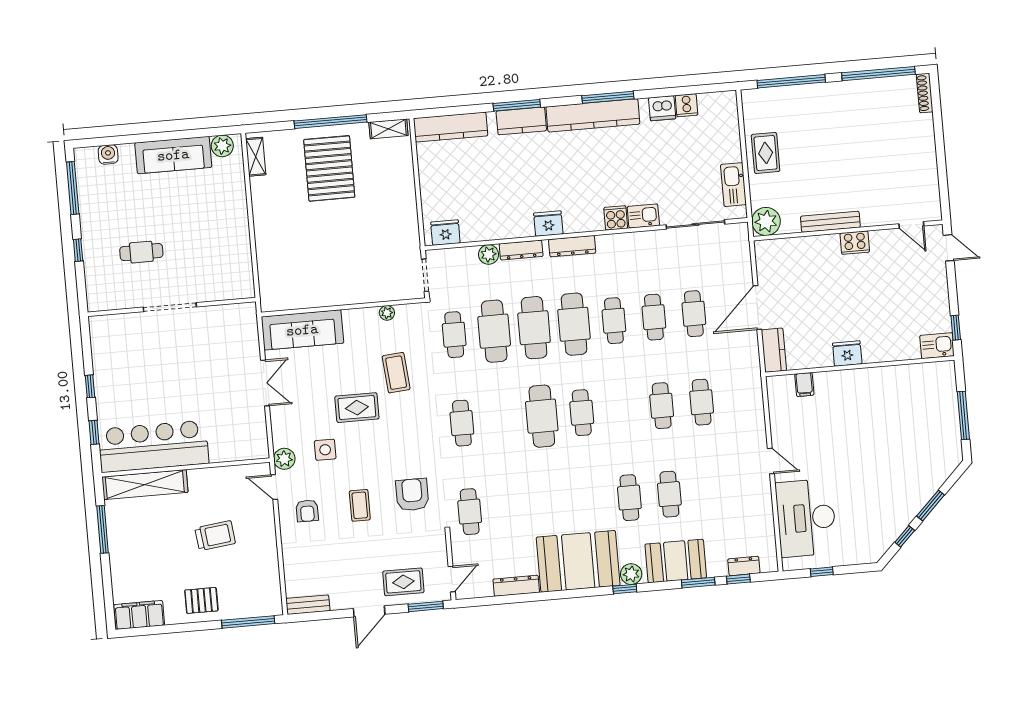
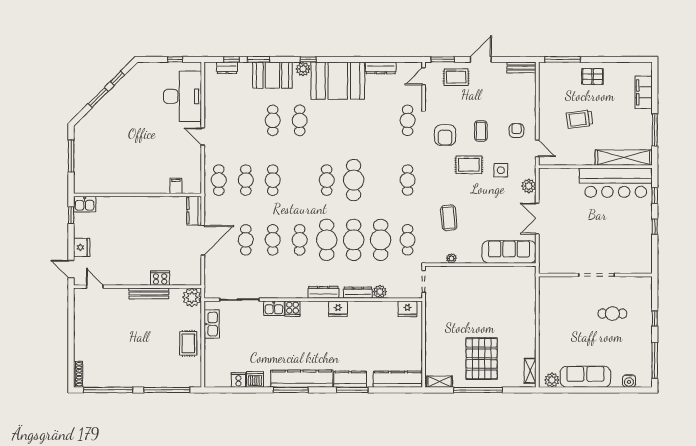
cooker: (855, 243) -> (160, 278), moved
fridge: (847, 353) -> (82, 247), moved, turned -90
cafe table: (741, 399) -> (219, 180), added
rug: (357, 408) -> (469, 165), moved
plant: (284, 459) -> (529, 186), moved
filing cabinet: (139, 615) -> (644, 92), moved, turned 90

